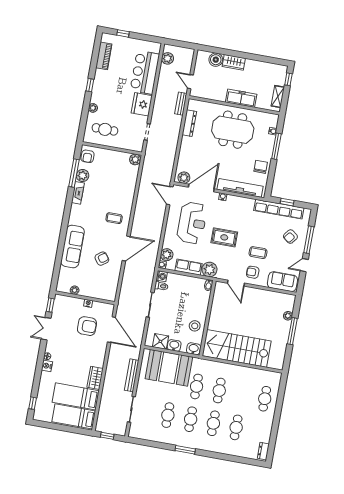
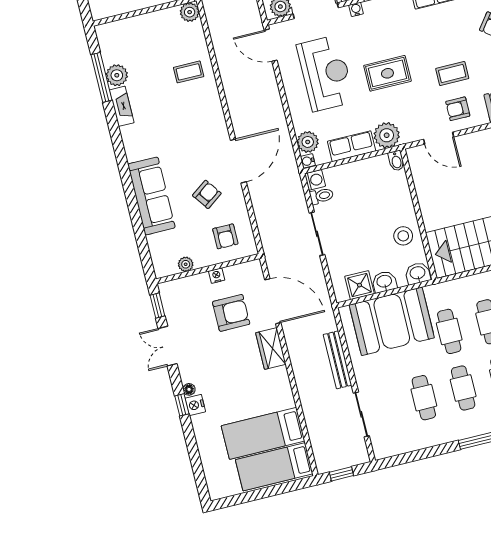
armchair: (88, 156) -> (225, 236), moved
coffee table: (114, 218) -> (189, 72), moved
wardrobe: (95, 378) -> (271, 348), moved
window: (33, 403) -> (182, 405), moved

